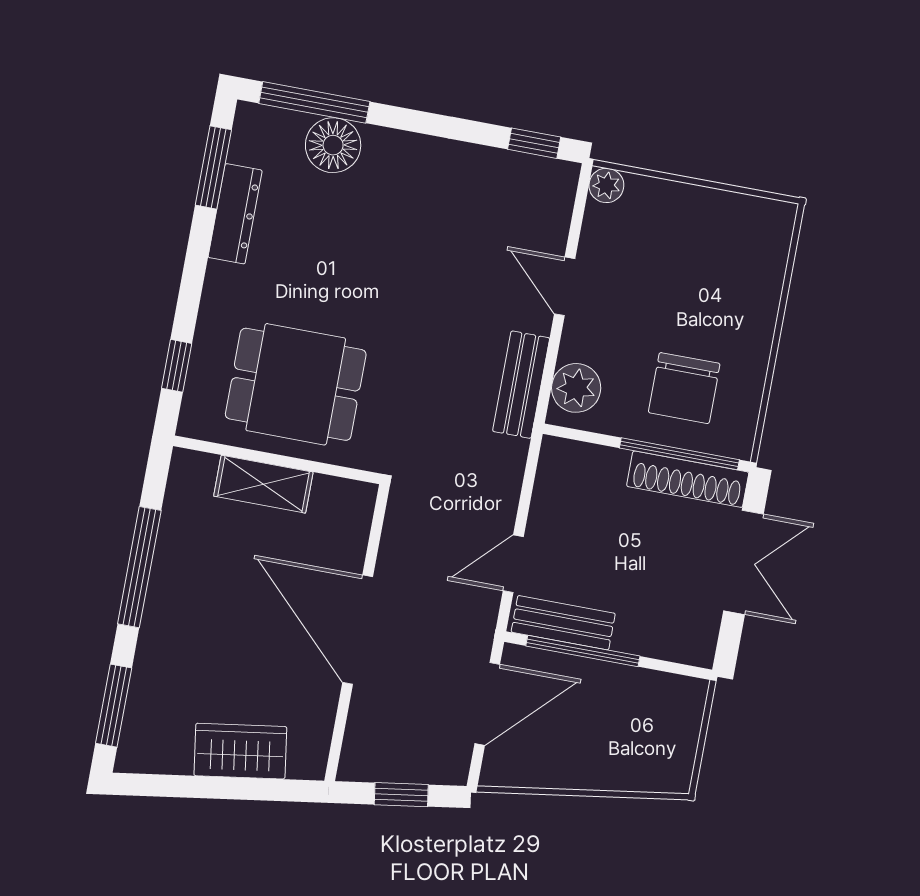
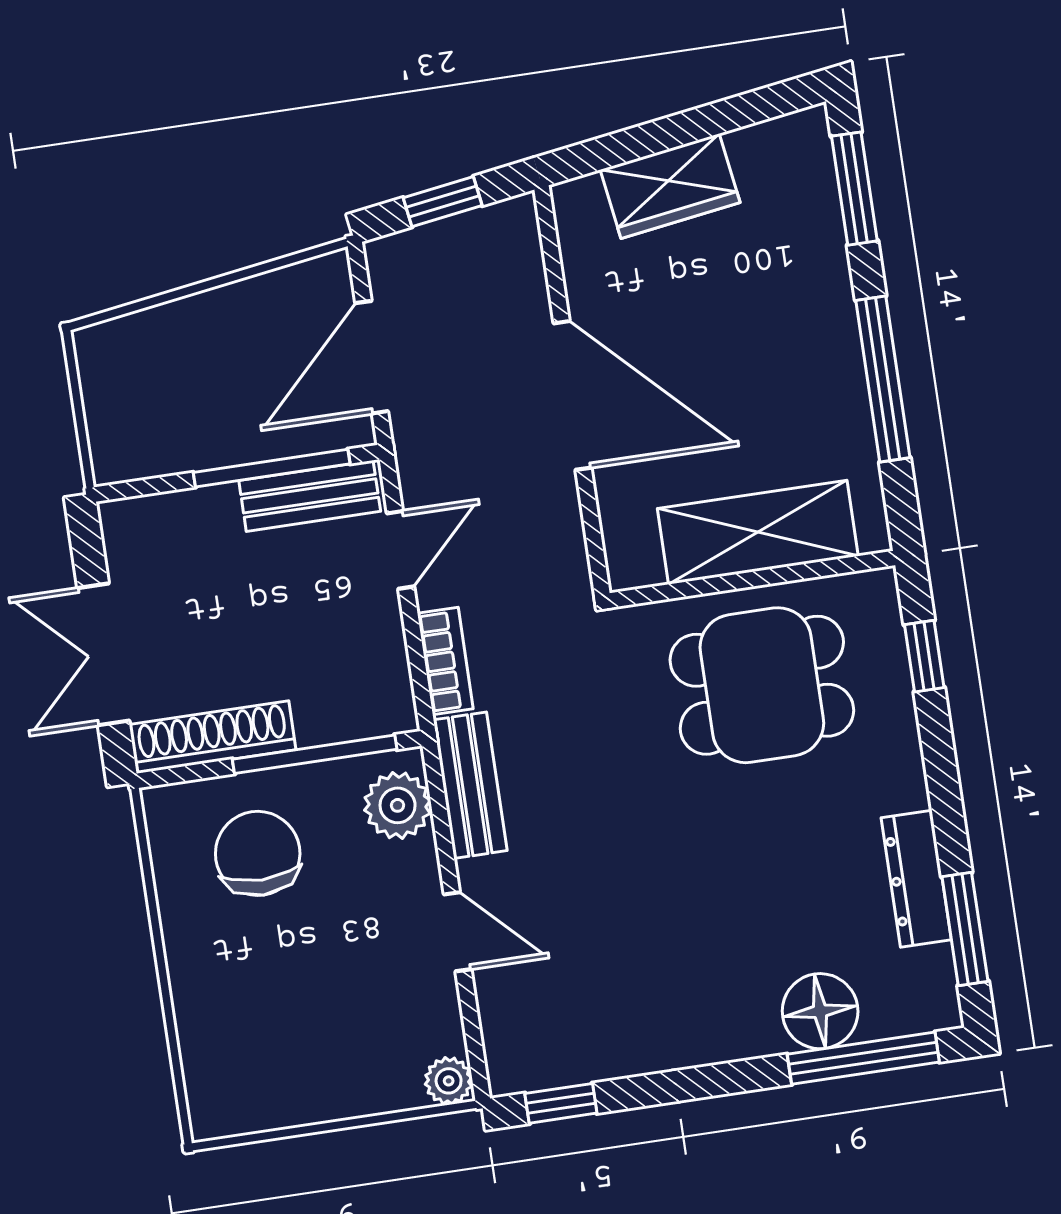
window: (679, 454) -> (315, 754), moved
bookcase: (509, 476) -> (445, 661), added
shelving: (263, 484) -> (758, 532), width x1.50, depth x1.33

